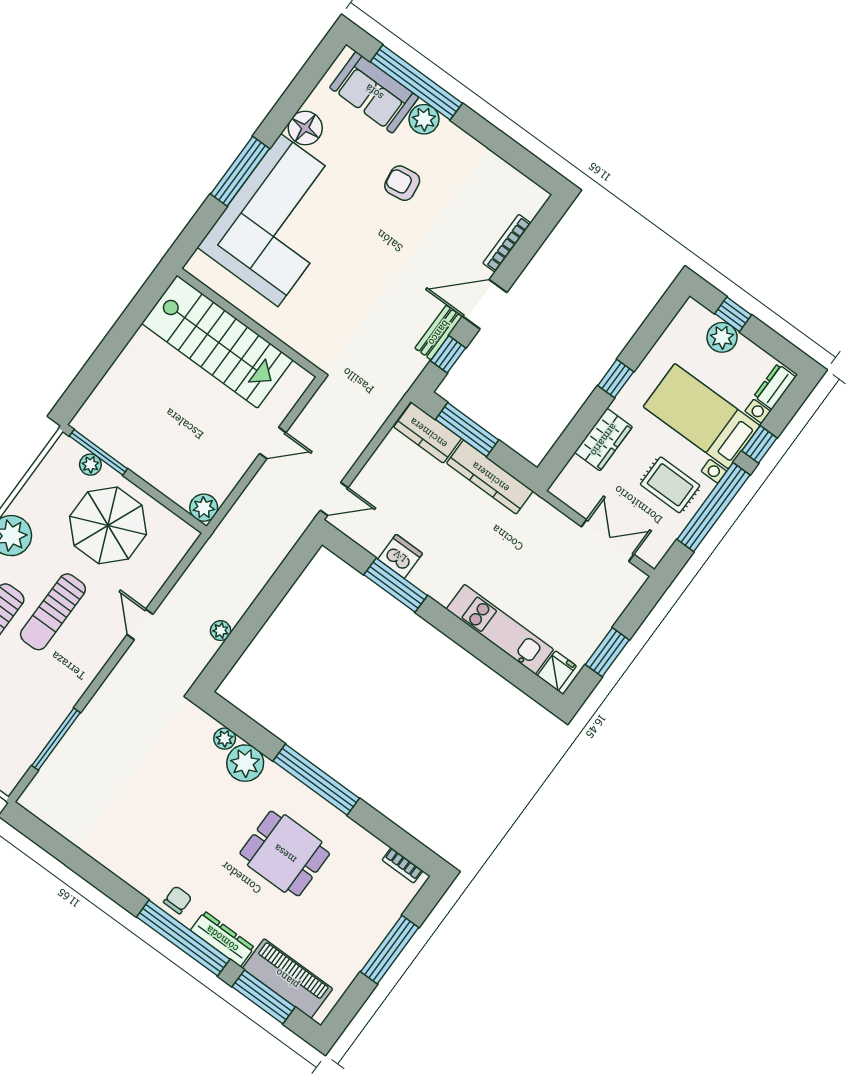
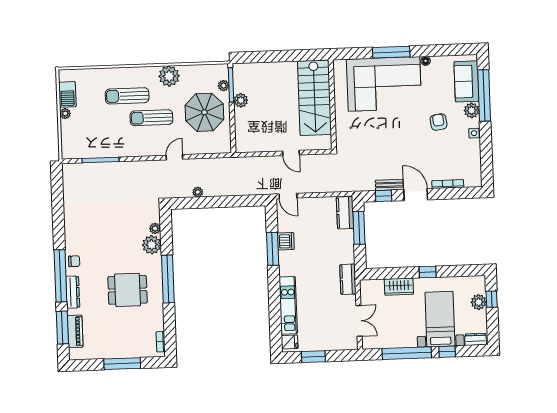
floor lamp: (305, 128) -> (426, 61), width x0.53, depth x0.53
side table: (461, 143) -> (474, 133), added
kitchen counter: (490, 477) -> (348, 279), moved, width x0.67
rug: (670, 485) -> (402, 328), removed
plant: (204, 508) -> (241, 100), moved
dining table: (285, 854) -> (128, 290), turned 90
piano: (287, 979) -> (75, 331), width x0.73, depth x0.75

